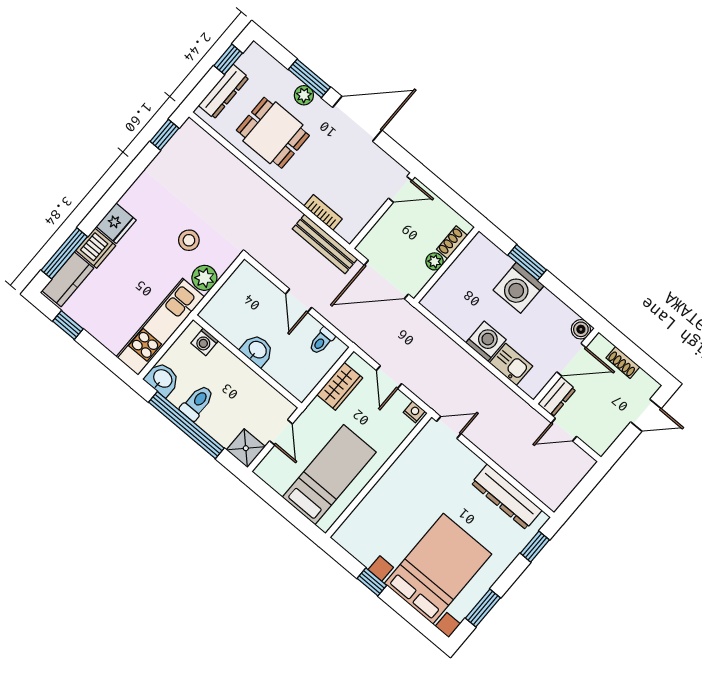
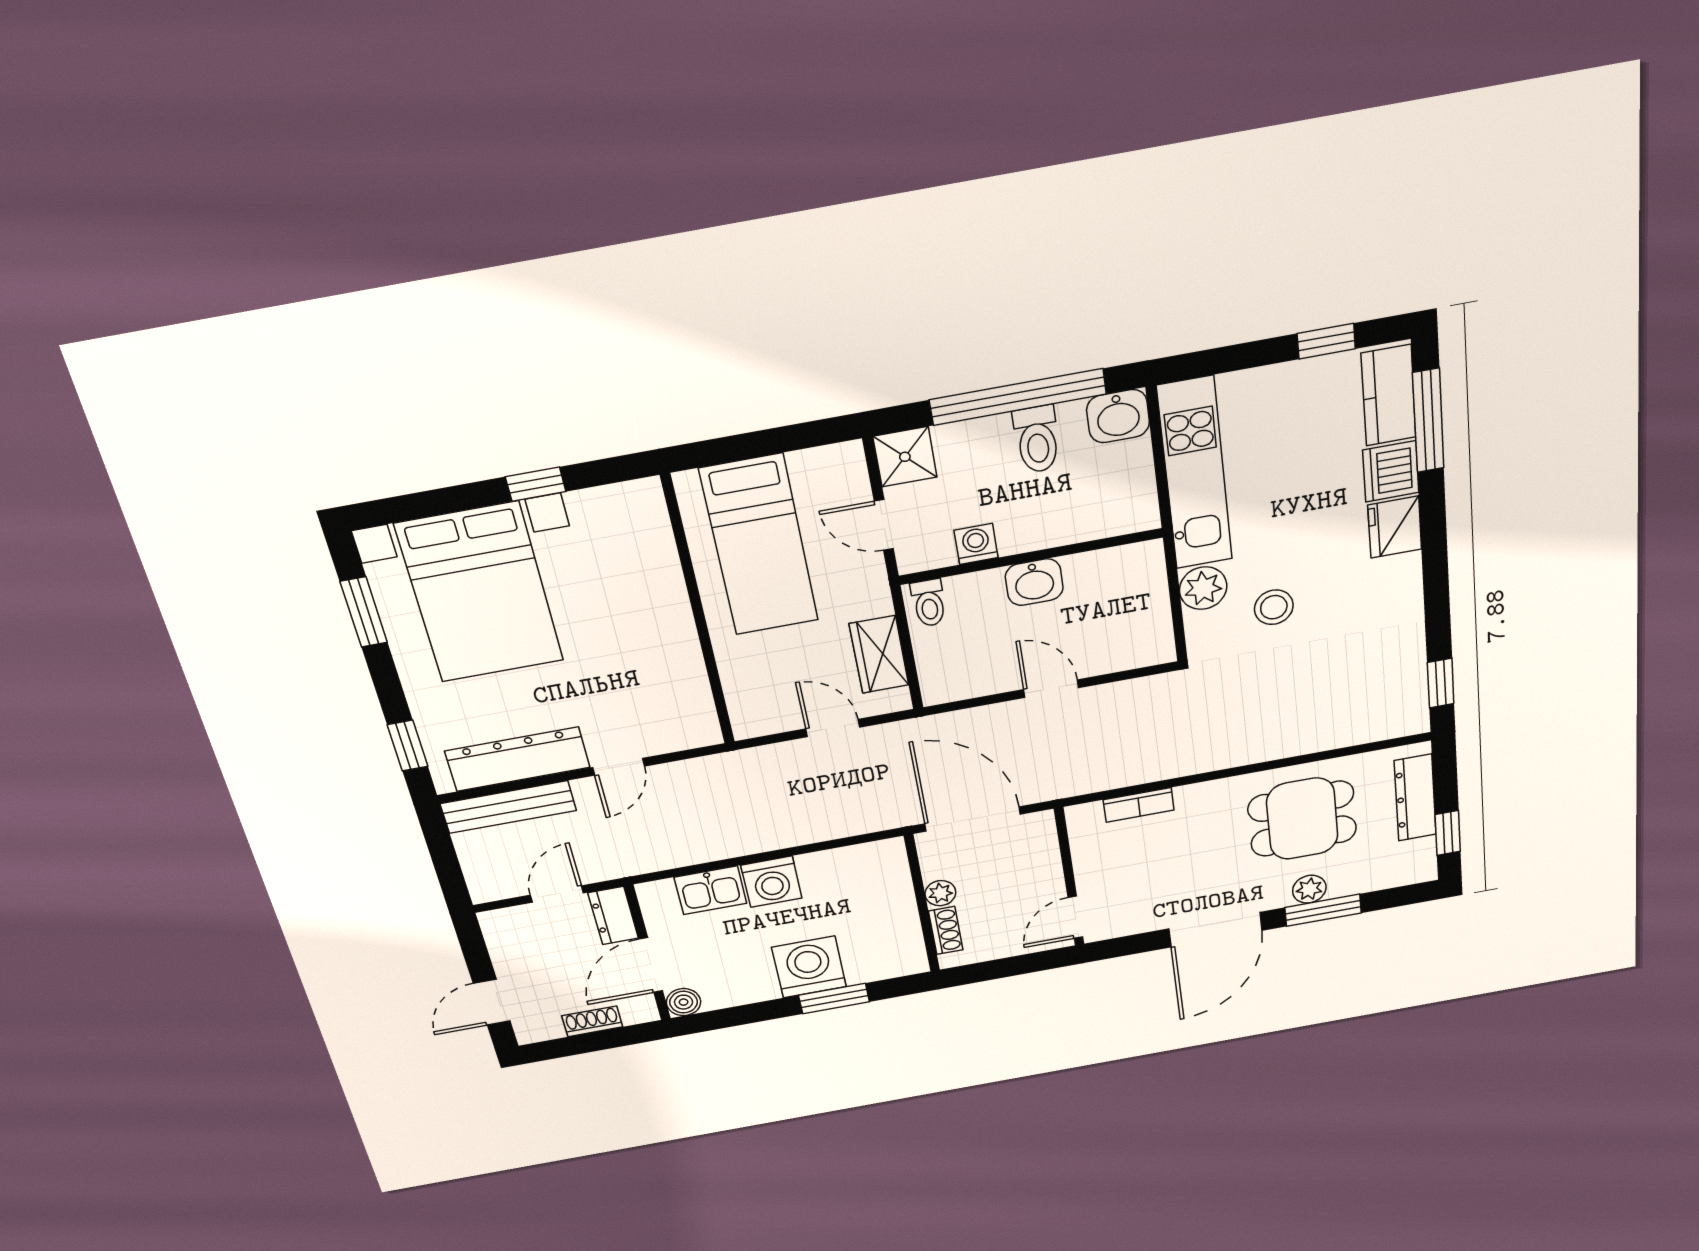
bench: (325, 244) -> (508, 807), moved
door: (386, 280) -> (973, 819), hinge flipped
toilet: (322, 341) -> (929, 603), moved, turned 180
washing machine: (205, 342) -> (976, 544), moved
nightstand: (414, 412) -> (752, 725), removed
door: (449, 427) -> (619, 767), moved

